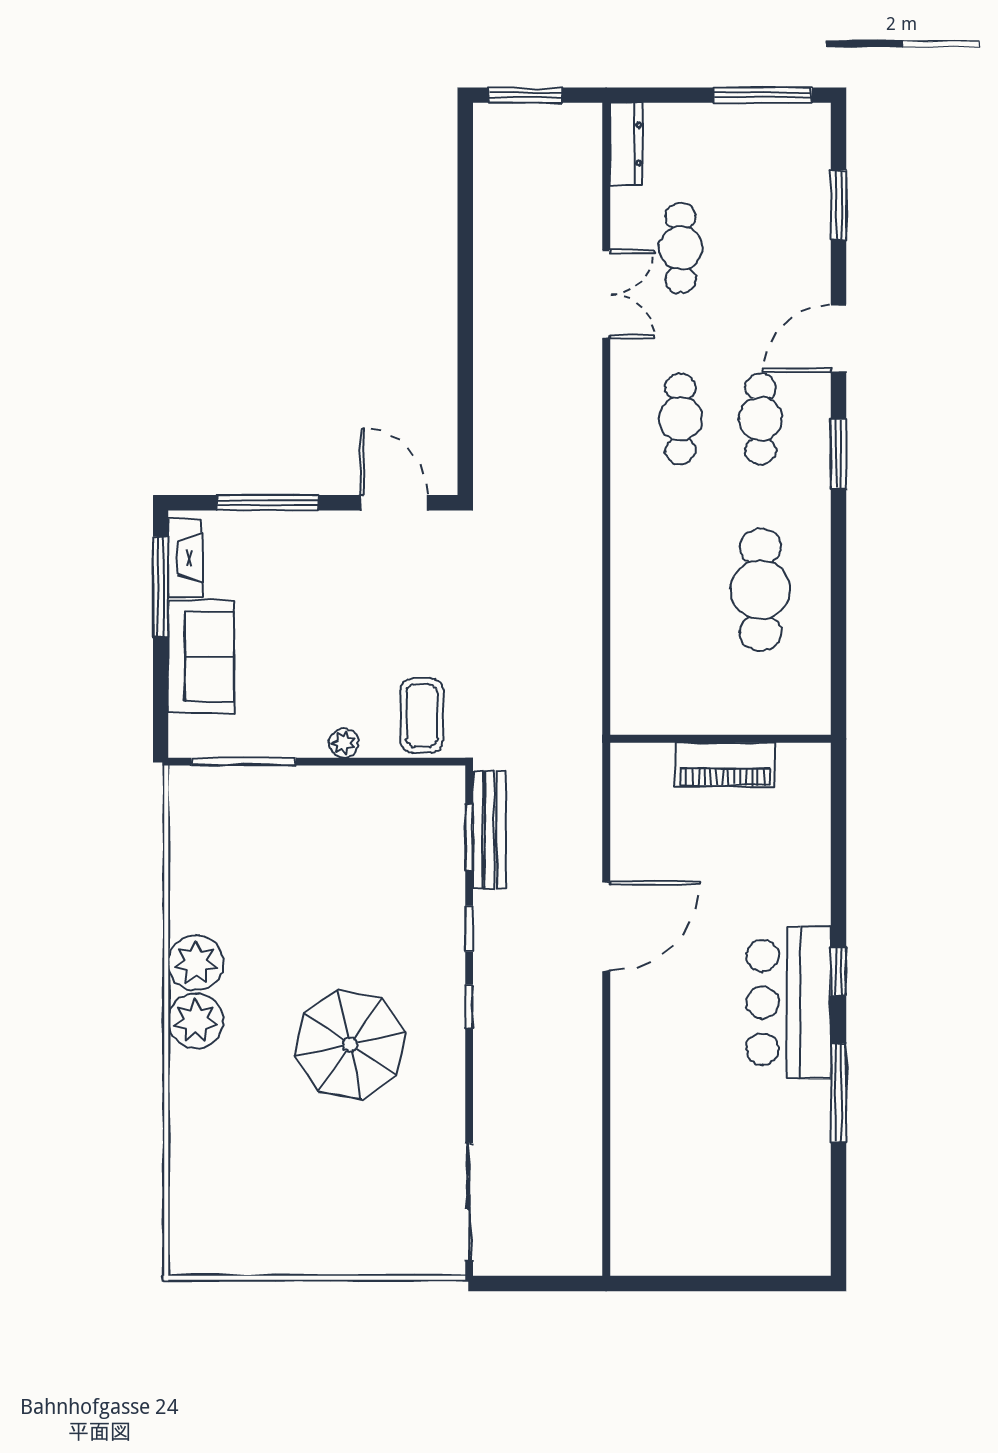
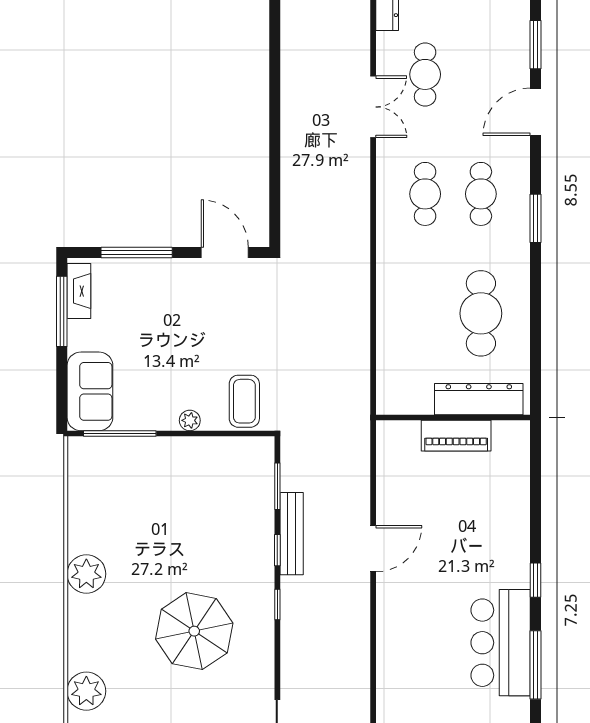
door: (839, 338) -> (535, 112), moved
sofa: (201, 657) -> (90, 391), moved
dresser: (757, 712) -> (479, 399), added
bench: (489, 830) -> (292, 534), moved
door: (606, 927) -> (373, 549), width x0.73
bar counter: (789, 1003) -> (501, 643), moved
plant: (196, 1021) -> (86, 691), moved

